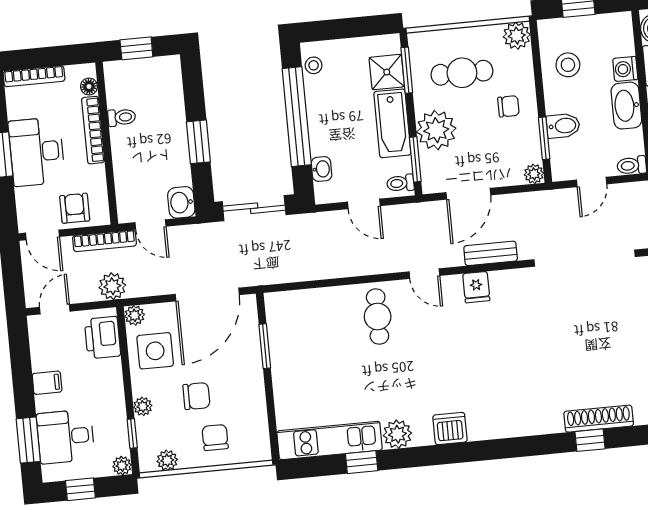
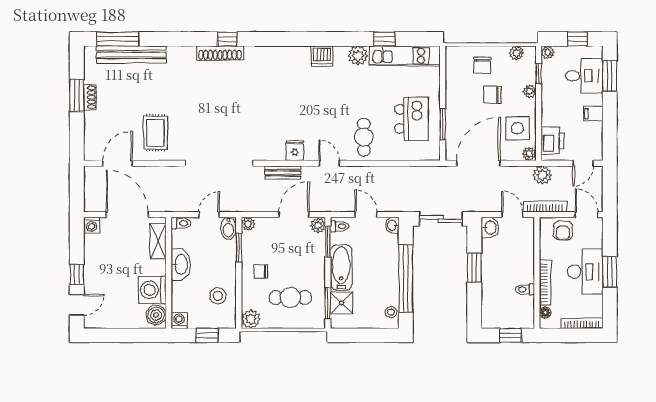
washing machine: (625, 69) -> (179, 321), moved, turned -90
bidet: (563, 126) -> (228, 228), moved, turned -90
plant: (436, 130) -> (318, 225), moved, width x0.53, depth x0.53
washbasin: (322, 169) -> (392, 225), moved
kitchen island: (311, 350) -> (411, 119), added

